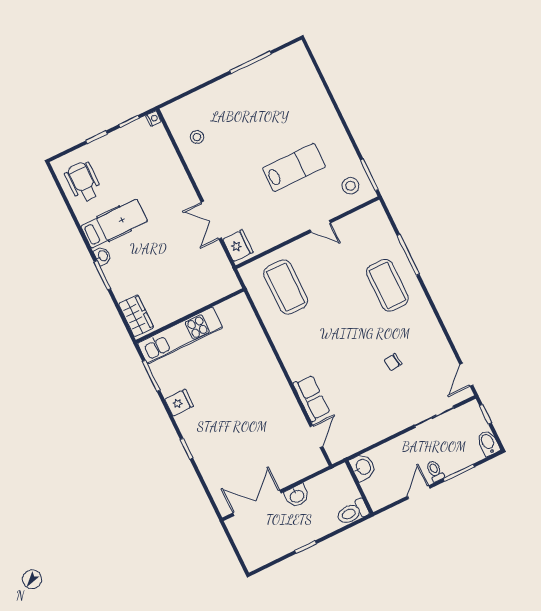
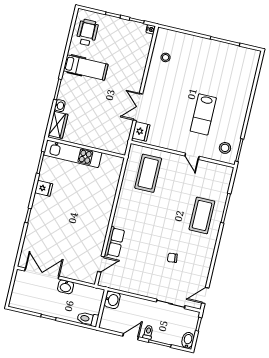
lab bench: (294, 167) -> (203, 114), turned 90
washbasin: (103, 256) -> (60, 106), moved

